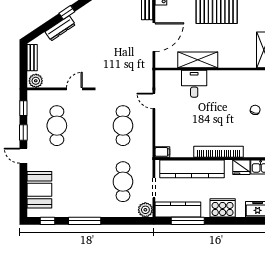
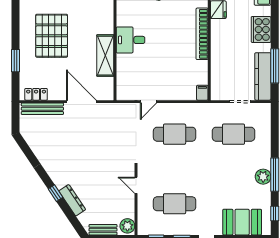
desk: (194, 84) -> (131, 40), moved
kitchen counter: (192, 169) -> (220, 62), removed
plant: (145, 210) -> (263, 177), moved

